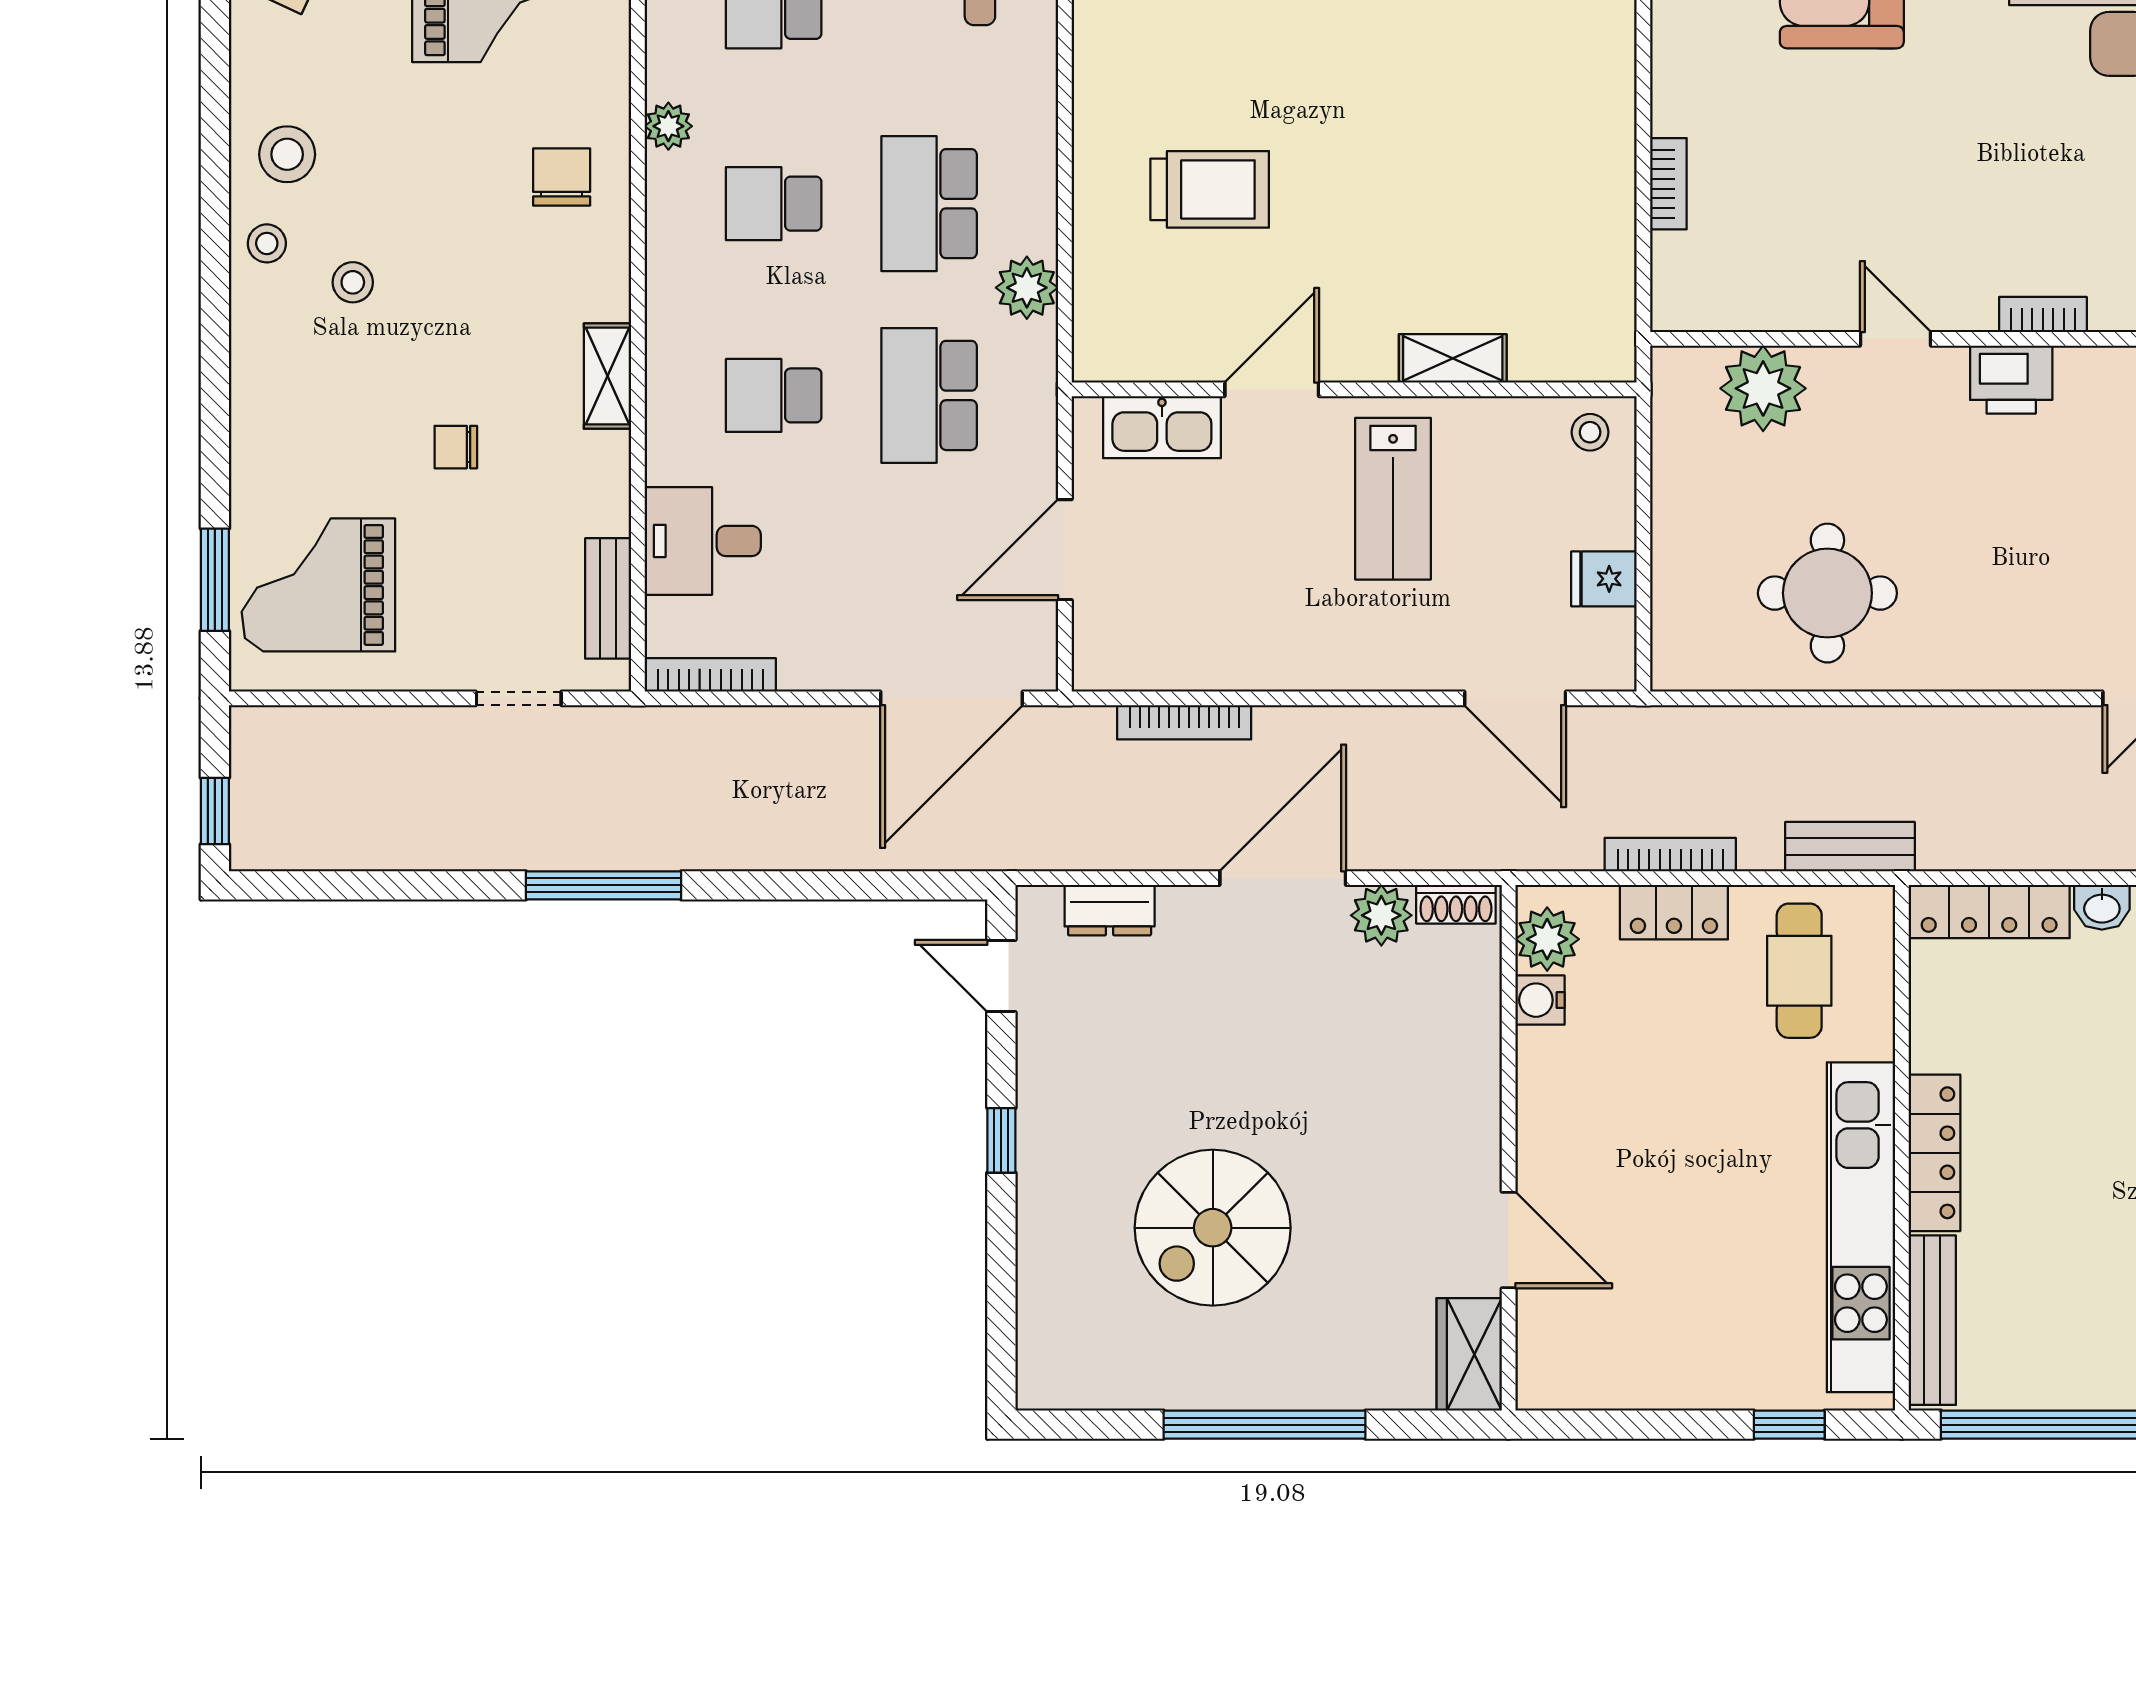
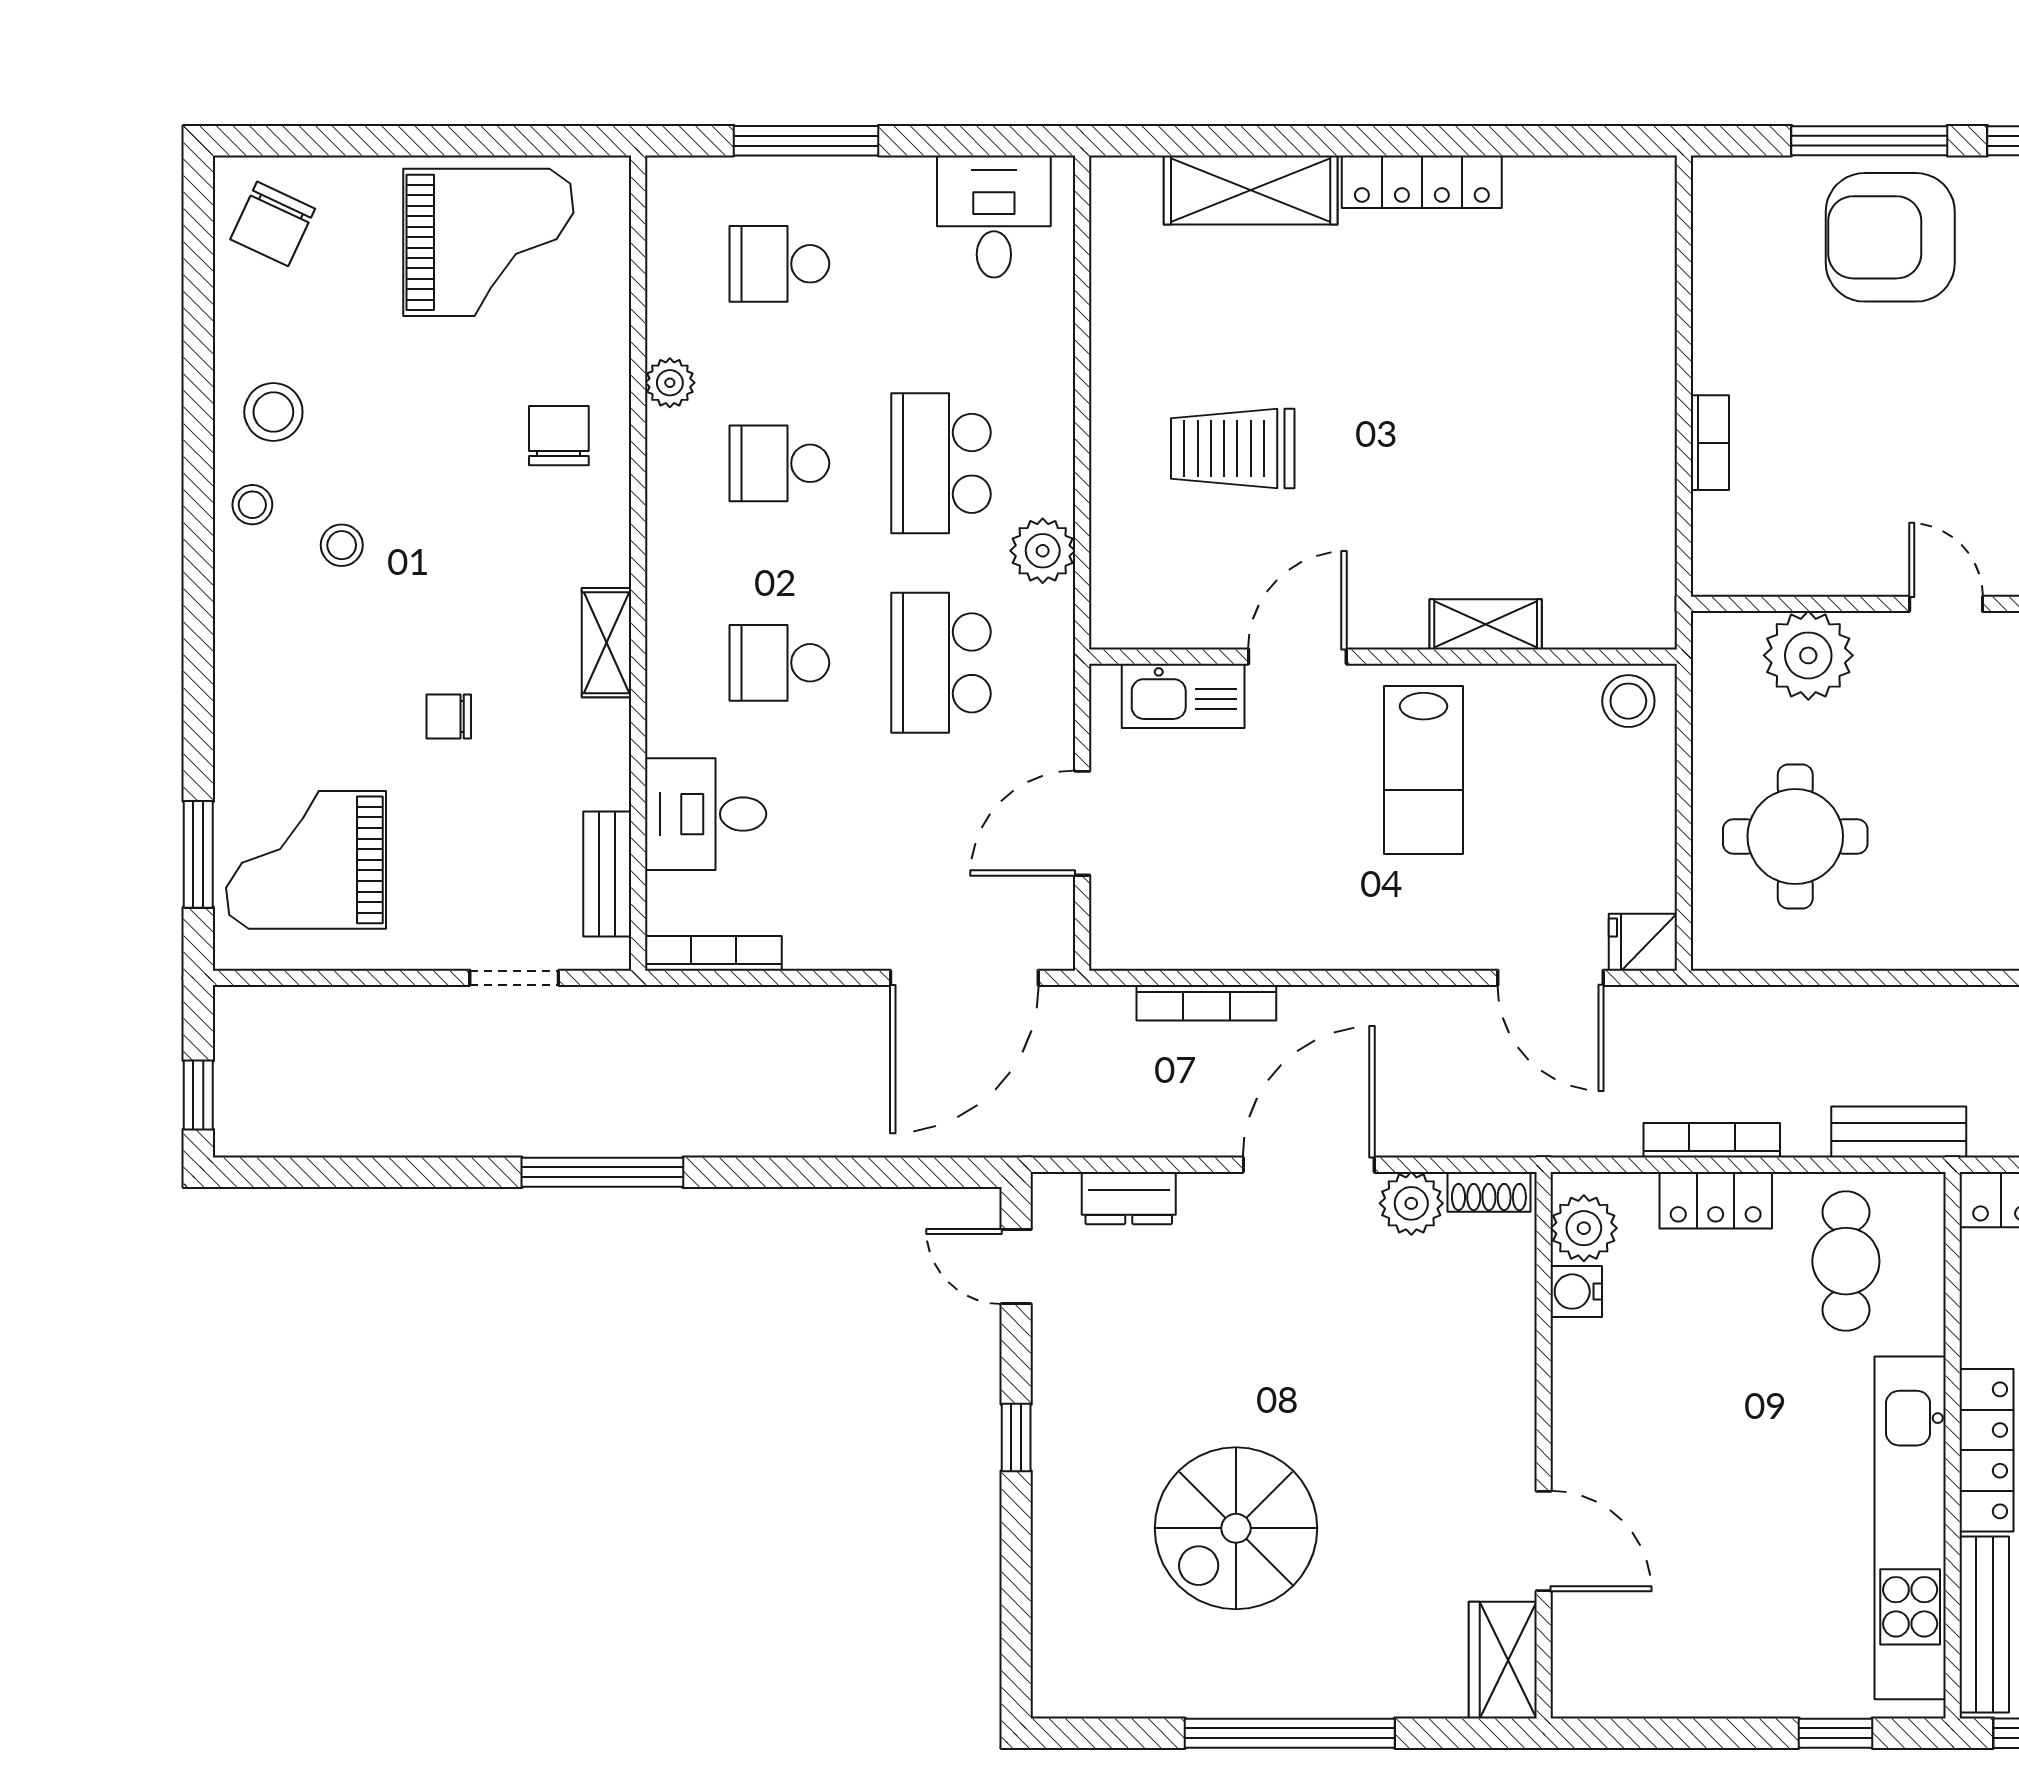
trolley: (1210, 189) -> (1233, 449), turned 180
stool: (1590, 432) -> (1628, 701), width x1.37, depth x1.37
fridge: (1604, 579) -> (1643, 942), moved
round table: (1827, 593) -> (1795, 836), moved

